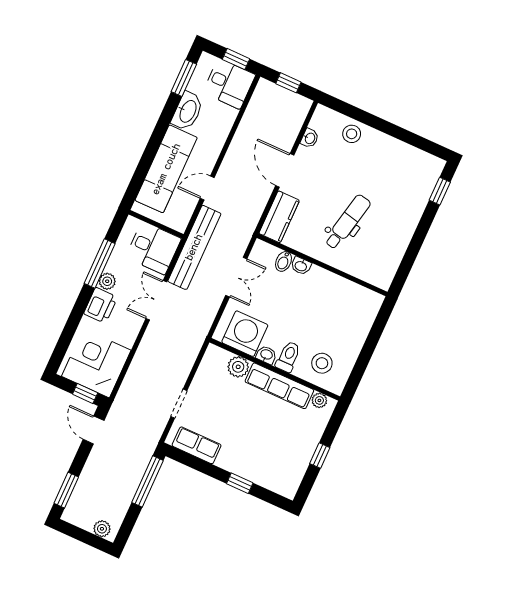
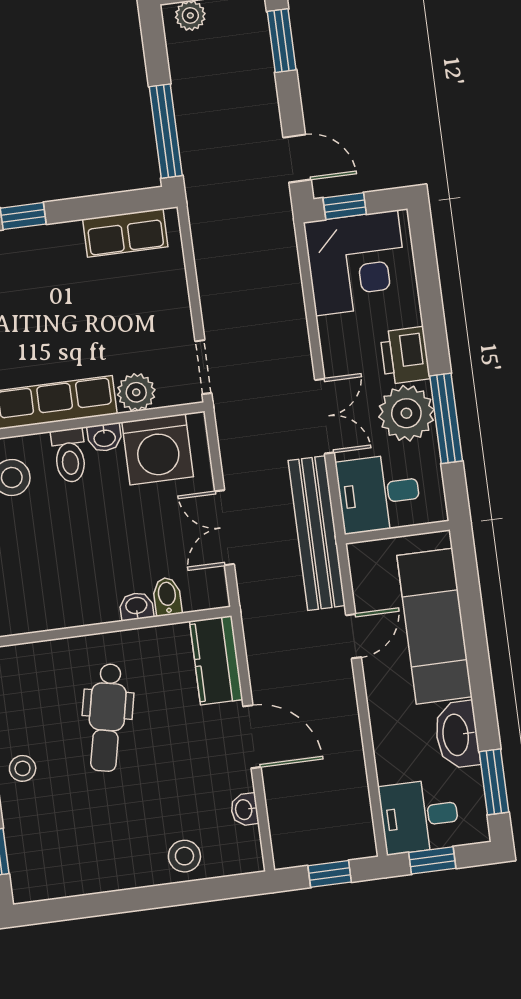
stool: (402, 223) -> (23, 768), added
plant: (107, 281) -> (406, 413), width x1.88, depth x1.88
doorway: (179, 404) -> (203, 367), moved

